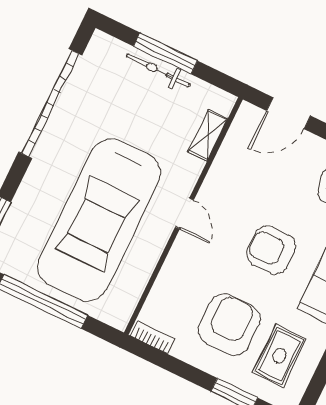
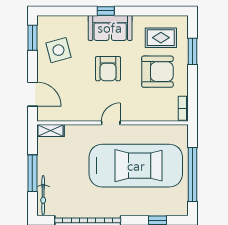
bicycle: (158, 70) -> (43, 195), moved
shelving: (208, 135) -> (50, 131), moved
armchair: (229, 325) -> (157, 72), turned 180

